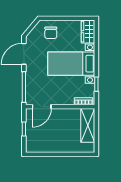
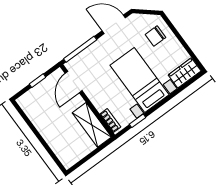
door: (42, 107) -> (74, 82), hinge flipped
shelving: (88, 125) -> (92, 125), moved, turned 90

